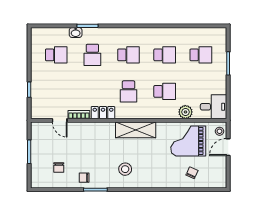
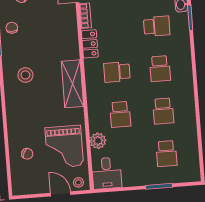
school desk: (92, 55) -> (157, 26), turned 180
grand piano: (188, 141) -> (64, 147), turned 180

